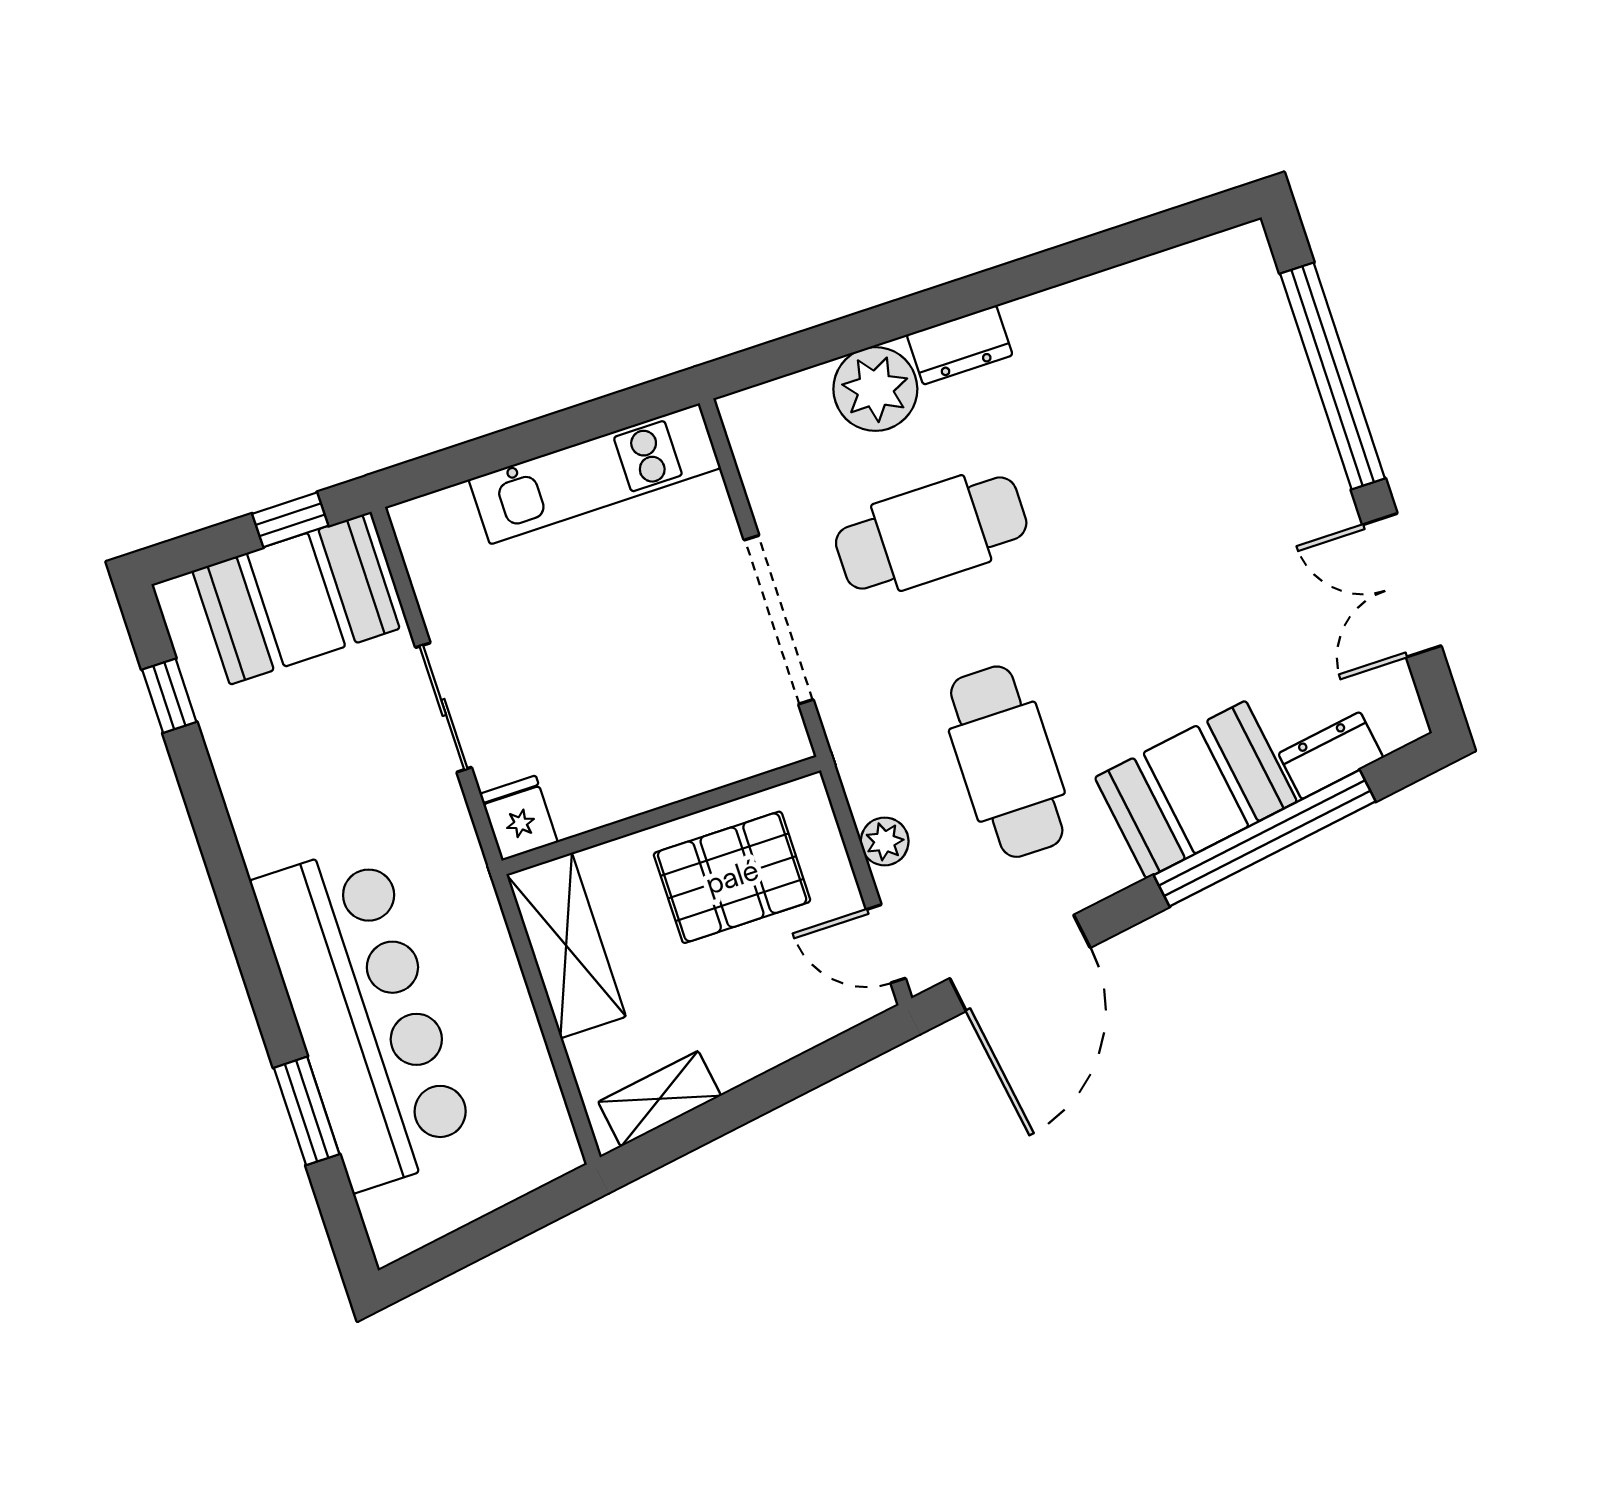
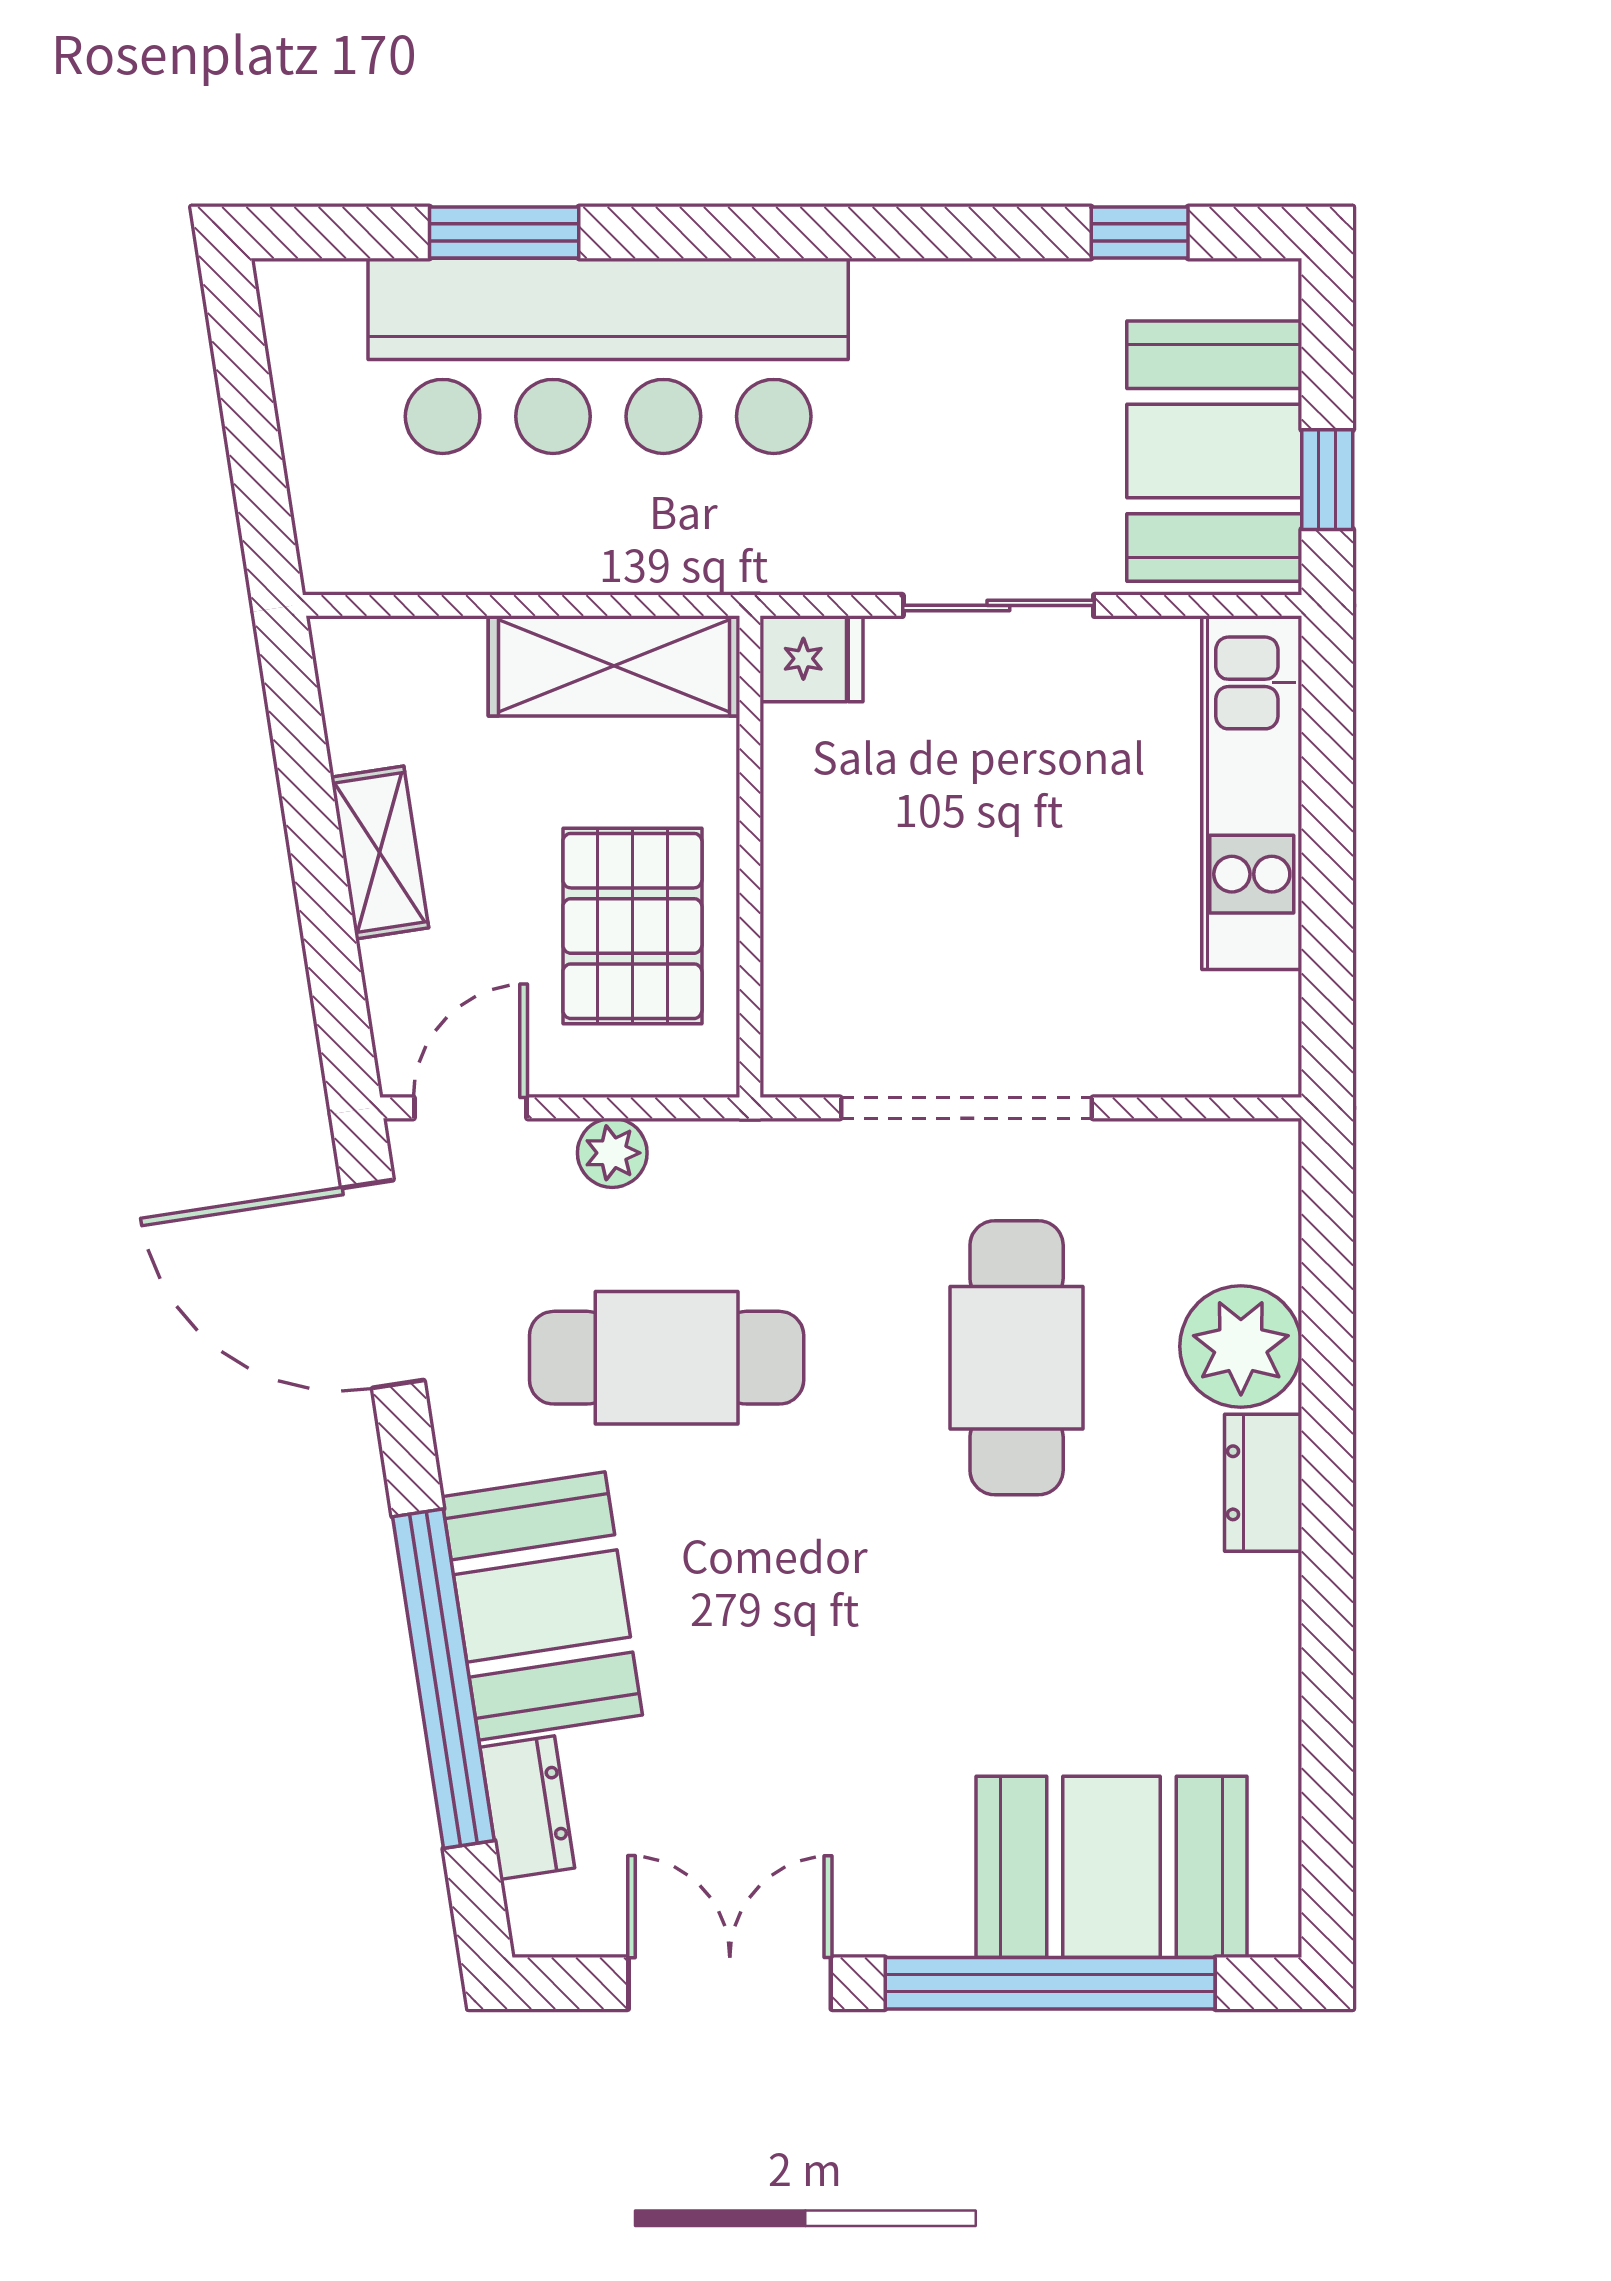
booth: (1243, 361) -> (1111, 1867), added
kitchen unit: (595, 474) -> (1252, 793), moved
shelving: (660, 1099) -> (380, 852), moved

